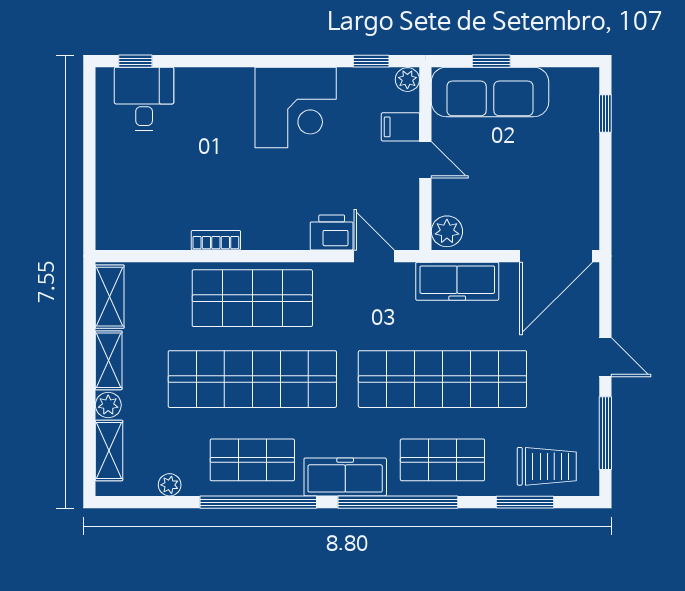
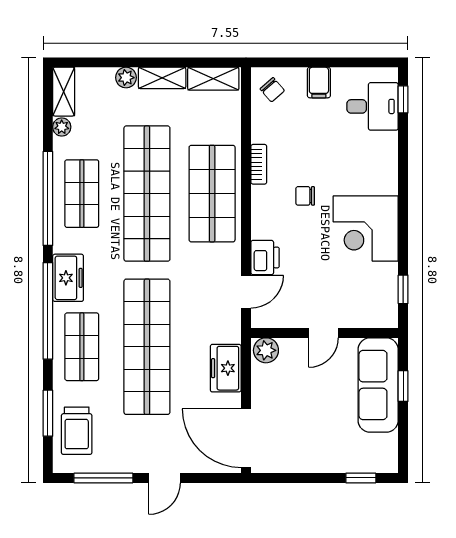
plant: (407, 80) -> (388, 319), removed
filing cabinet: (400, 127) -> (319, 82), moved, turned 180
chair: (255, 183) -> (305, 196), added
chair: (123, 223) -> (272, 90), added
freezer: (457, 281) -> (226, 368), width x0.71
shelving: (109, 450) -> (64, 92), moved, turned 90
freezer: (345, 477) -> (68, 278), width x0.71

